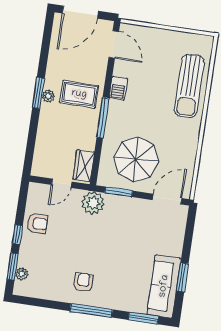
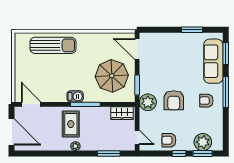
door: (114, 44) -> (31, 104), hinge flipped
barbecue: (118, 88) -> (75, 96), moved
window: (38, 93) -> (109, 154), moved
door: (62, 183) -> (137, 137), moved
armchair: (37, 224) -> (169, 140), turned -90
armchair: (90, 238) -> (174, 100), added
plant: (22, 274) -> (203, 142), width x1.88, depth x1.88
sofa: (164, 286) -> (213, 61), moved, turned 90

